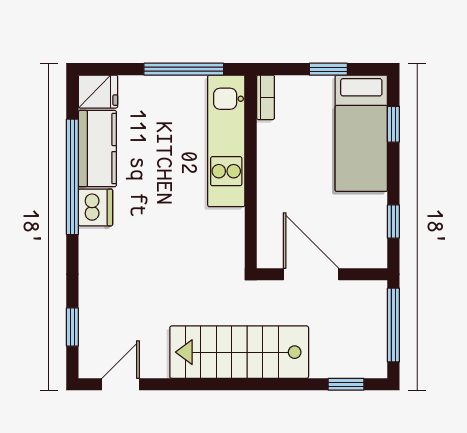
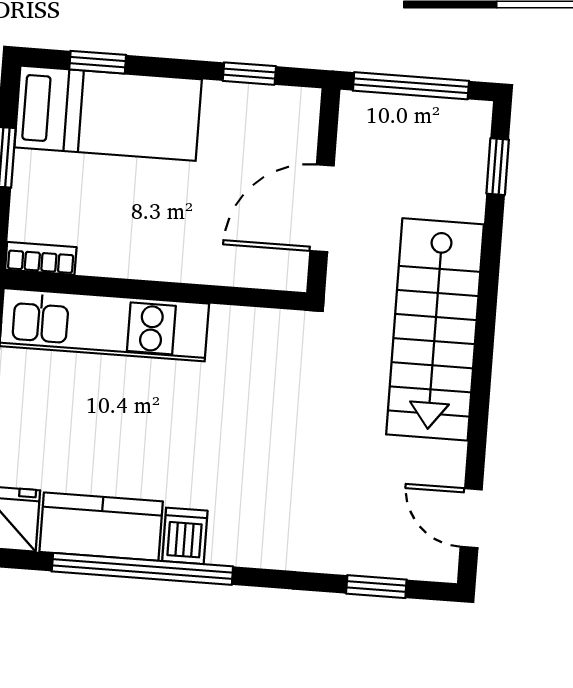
dishwasher: (95, 207) -> (185, 536), width x0.73

